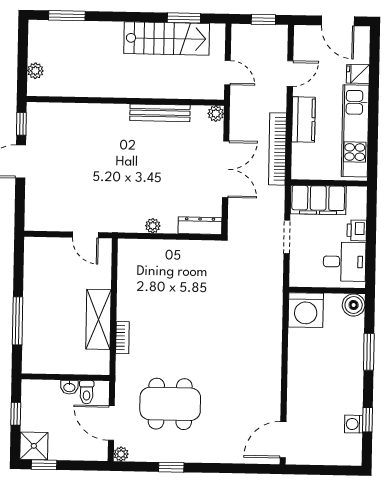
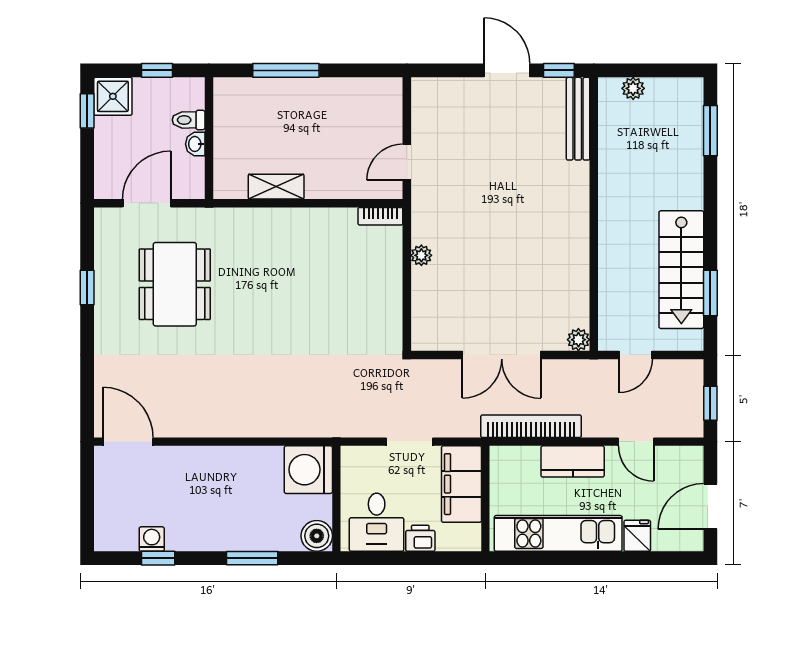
bench: (160, 113) -> (578, 119), moved
dresser: (200, 226) -> (423, 321), removed
shelving: (98, 319) -> (276, 187), width x0.67, depth x0.75
bookcase: (122, 338) -> (380, 216), moved
toilet: (87, 392) -> (189, 120), moved
plant: (121, 454) -> (104, 217), removed

